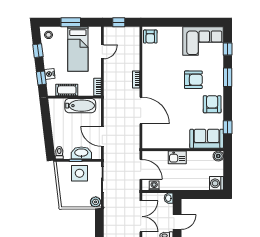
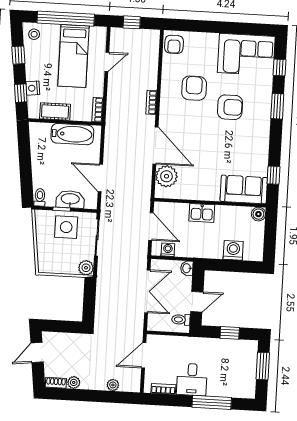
window: (71, 22) -> (66, 19), width x2.11
armchair: (212, 104) -> (194, 88), moved
plant: (150, 132) -> (166, 176), added
washing machine: (216, 183) -> (233, 250), moved, turned 90

